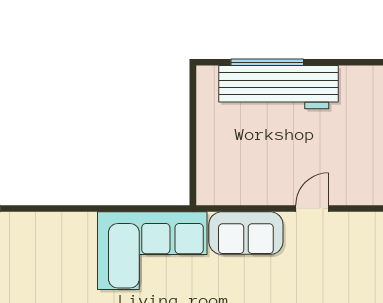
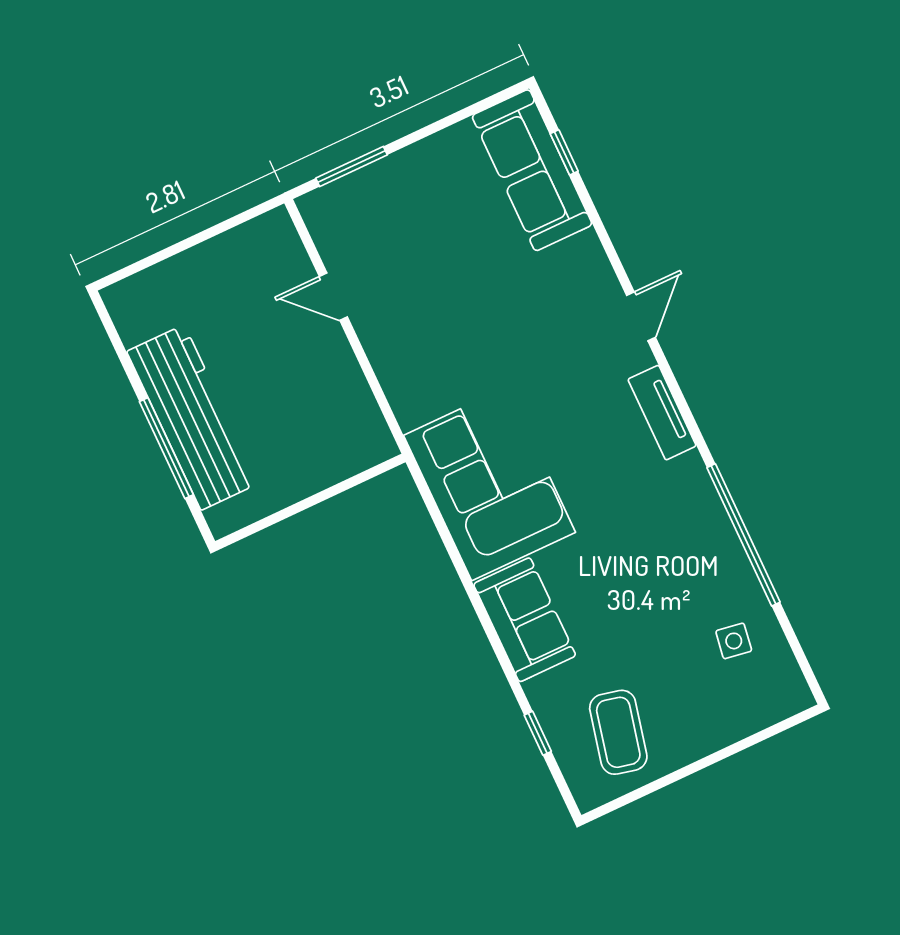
sofa: (246, 233) -> (525, 620), moved

